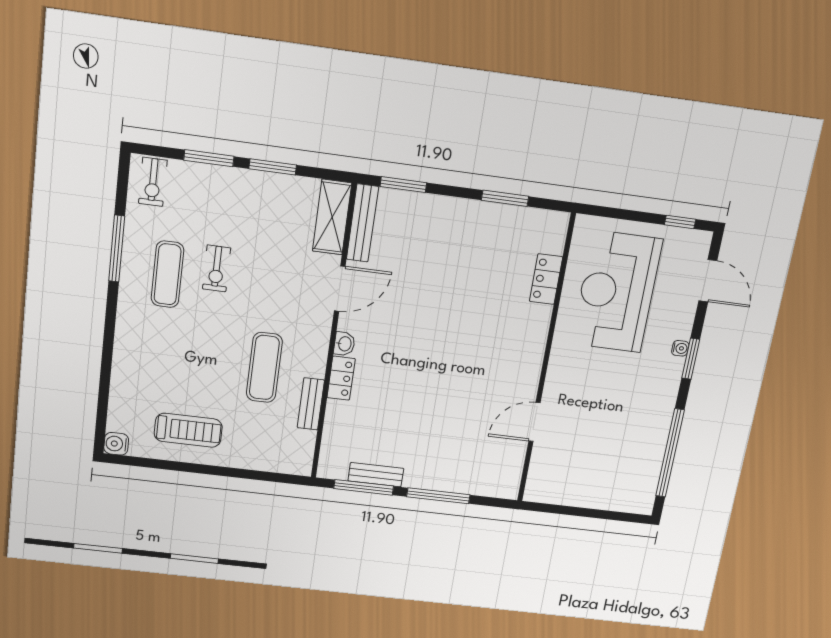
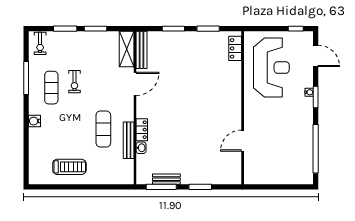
window: (403, 185) -> (173, 29), moved
locker: (546, 279) -> (235, 48), moved
reception desk: (617, 292) -> (271, 68), turned 180
washbasin: (344, 344) -> (141, 148), moved
bench: (311, 404) -> (129, 140), width x1.36
water cooler: (116, 444) -> (34, 121), moved
window: (438, 496) -> (200, 187), width x0.69

